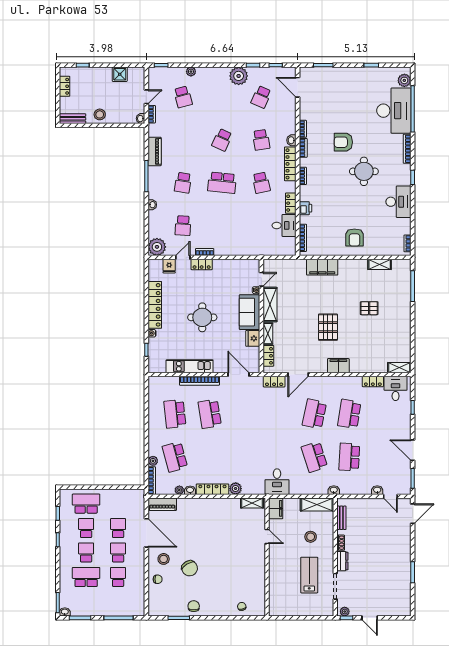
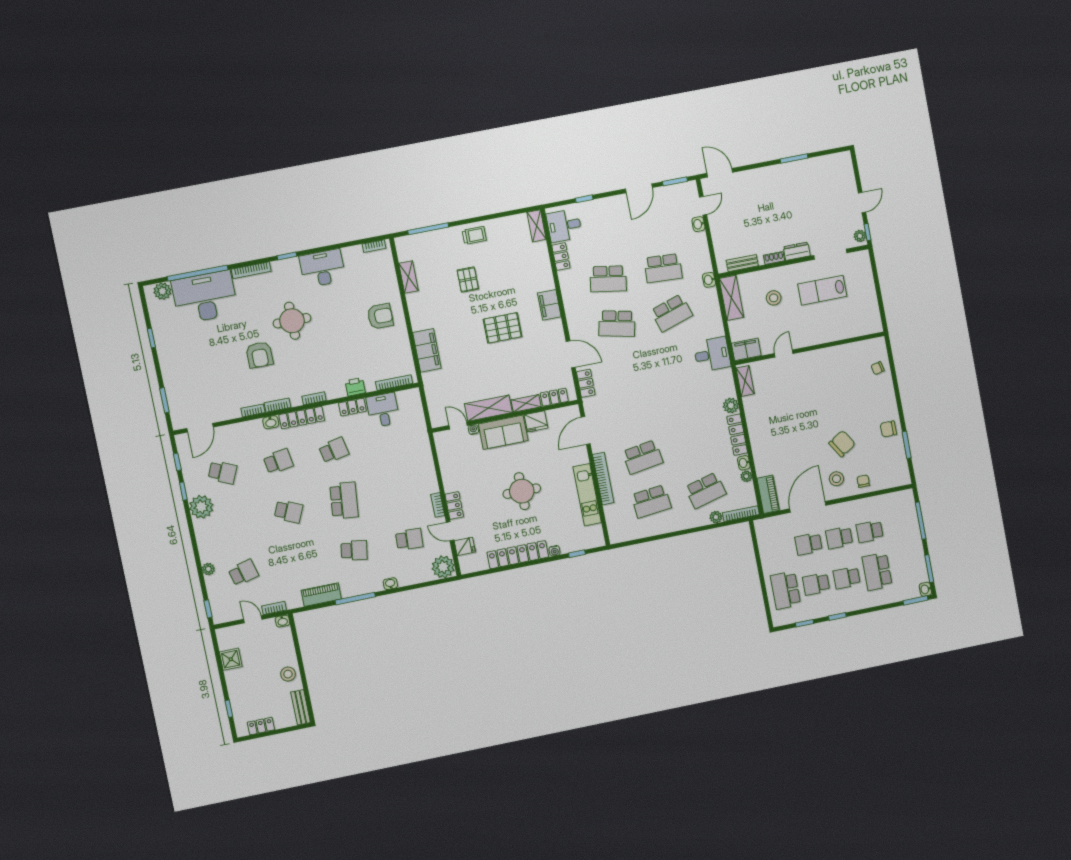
trolley: (401, 320) -> (474, 235), added

